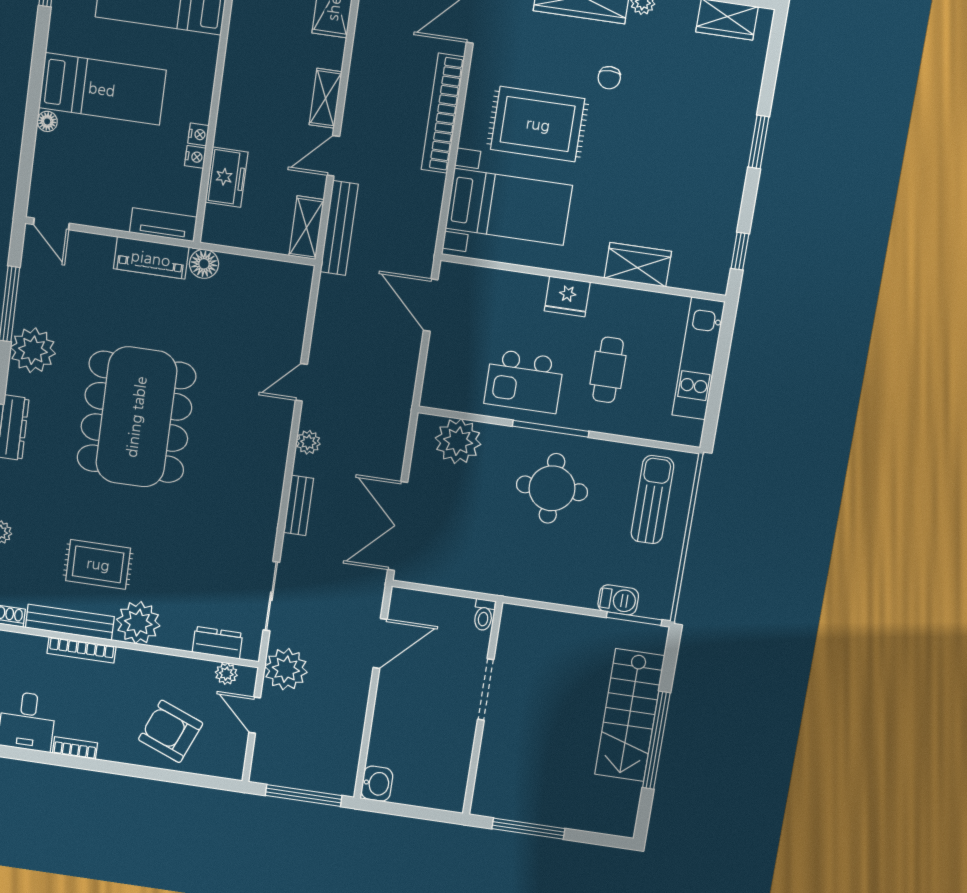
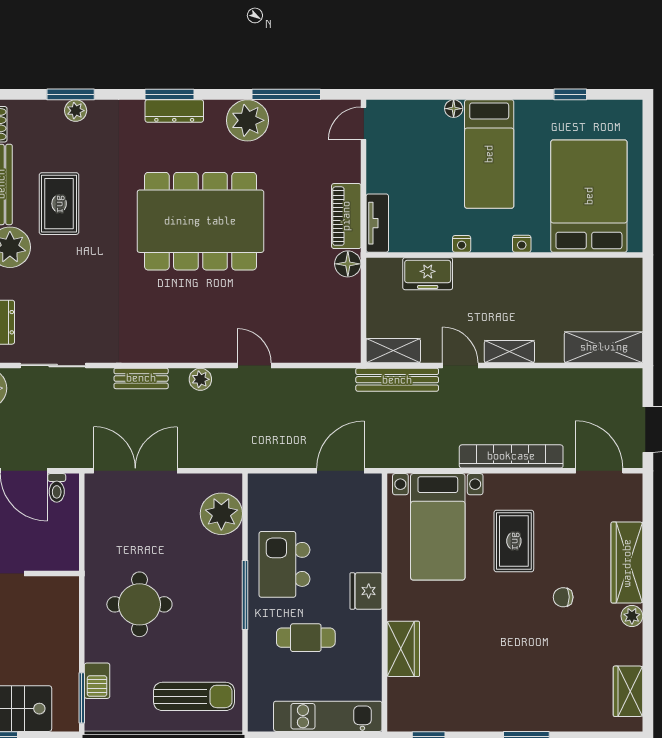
rug: (538, 124) -> (514, 541), width x0.73, depth x0.70
nightstand: (195, 157) -> (522, 244), moved
round table: (552, 488) -> (139, 604), moved
toilet: (484, 615) -> (57, 488), moved, turned -90

